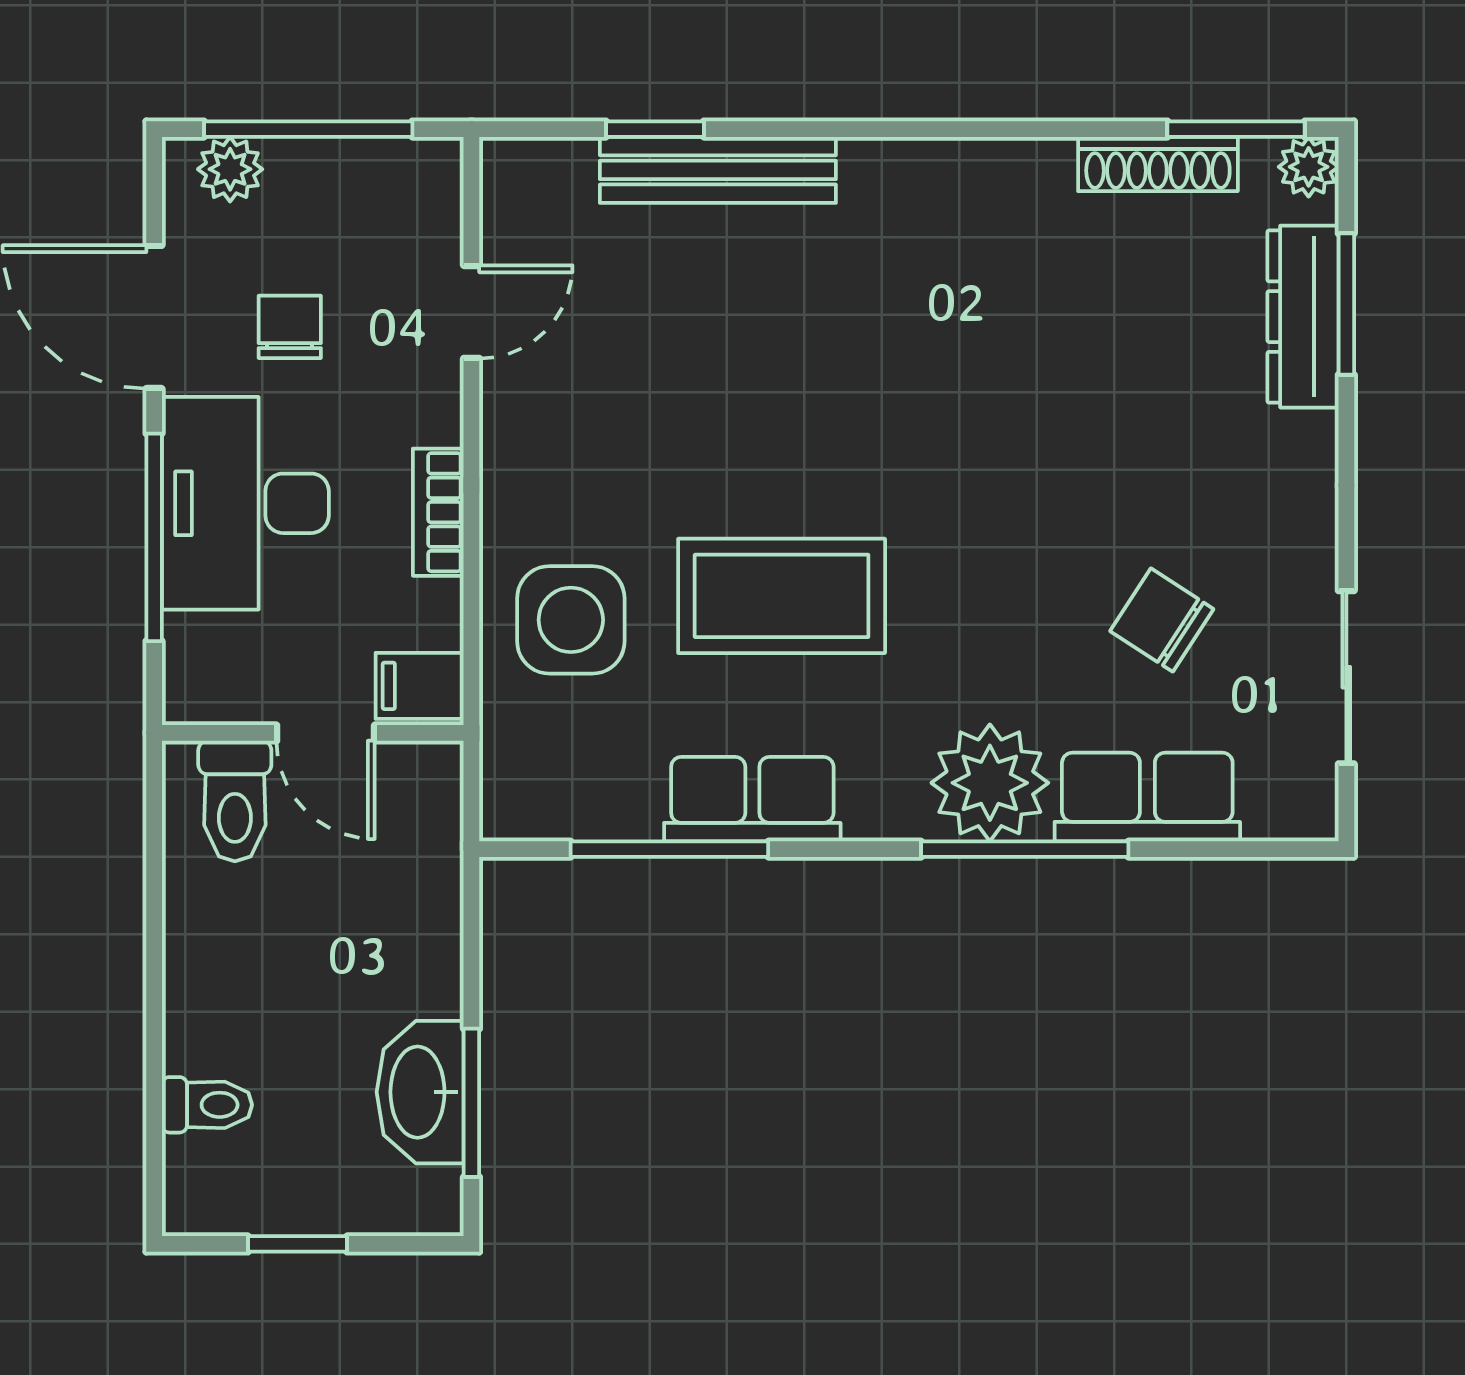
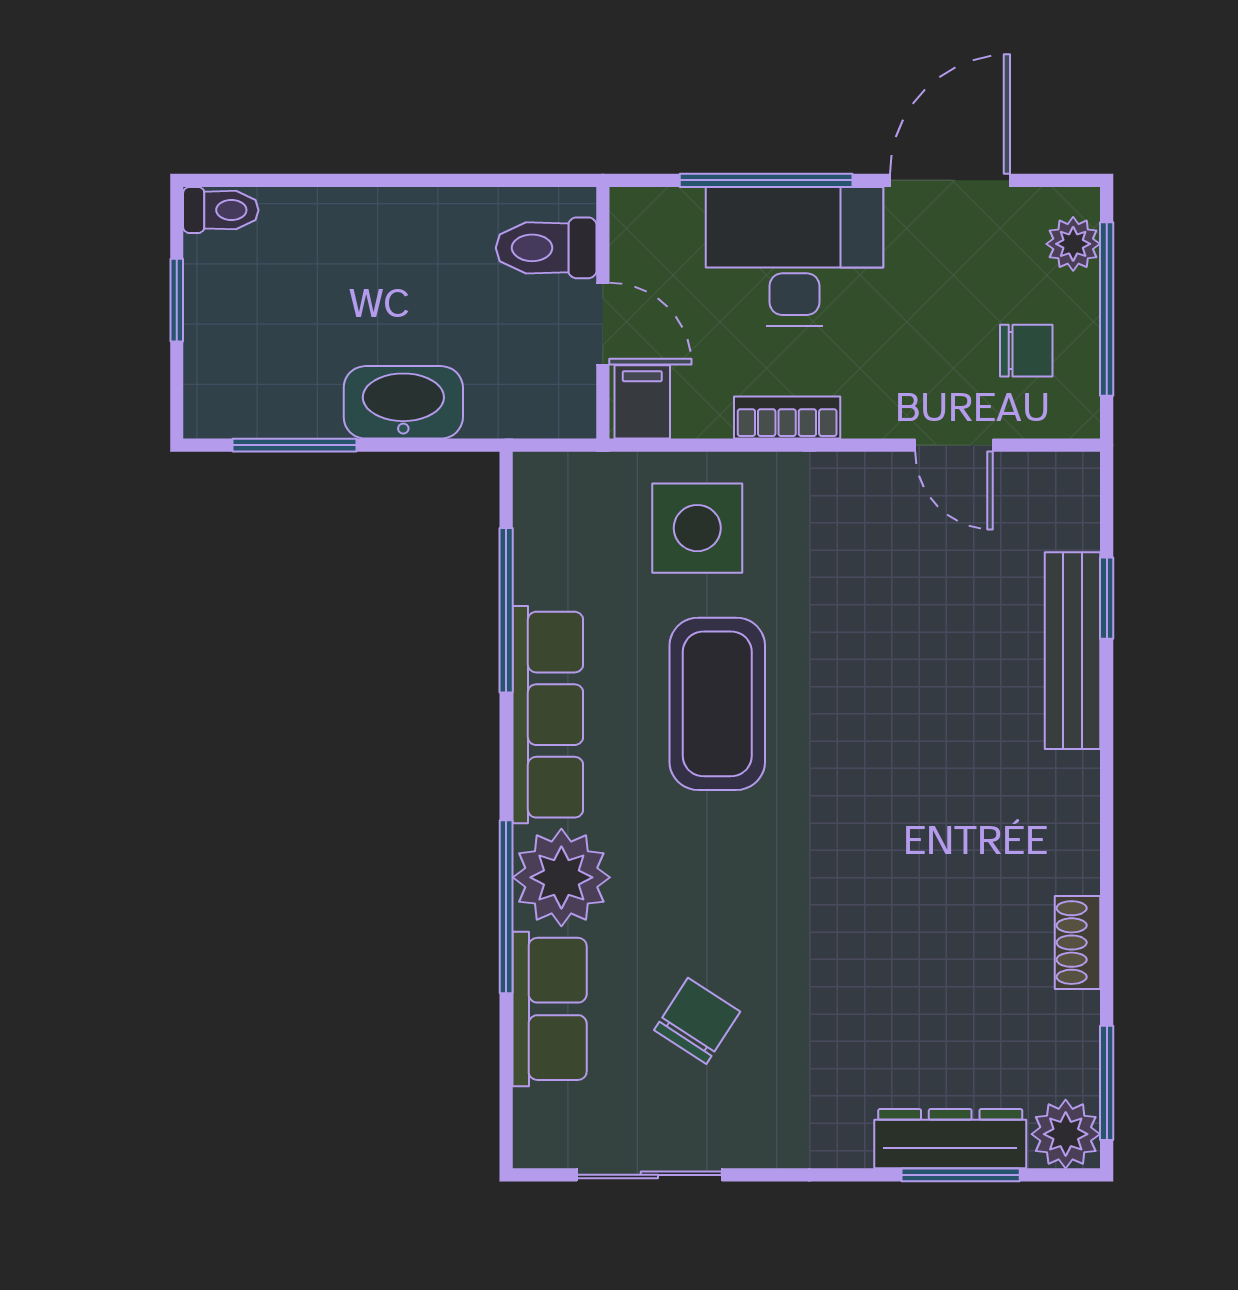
shoe rack: (1158, 164) -> (1077, 943), moved, width x0.70
plant: (1309, 167) -> (1066, 1134), width x1.38, depth x1.38
chair: (290, 327) -> (1026, 351), moved
door: (326, 733) -> (603, 324), swing flipped
row of seats: (752, 799) -> (548, 715), width x1.48
washbasin: (420, 1092) -> (403, 402), moved
toilet: (207, 1105) -> (221, 210), moved, turned -90

